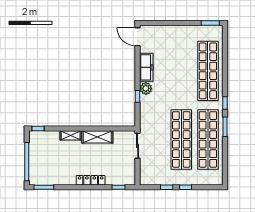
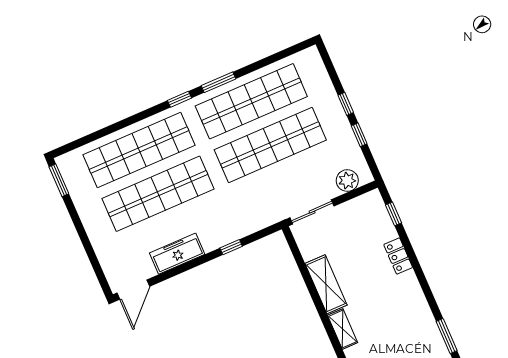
shop shelf: (181, 71) -> (158, 194), added
plant: (146, 88) -> (347, 181), moved
locker: (91, 180) -> (398, 256), width x0.66

